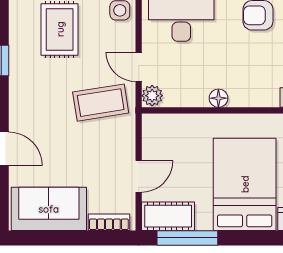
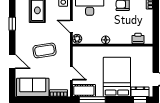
coffee table: (101, 103) -> (45, 50), moved
door: (139, 176) -> (71, 73), hinge flipped

